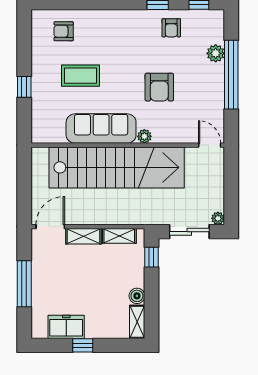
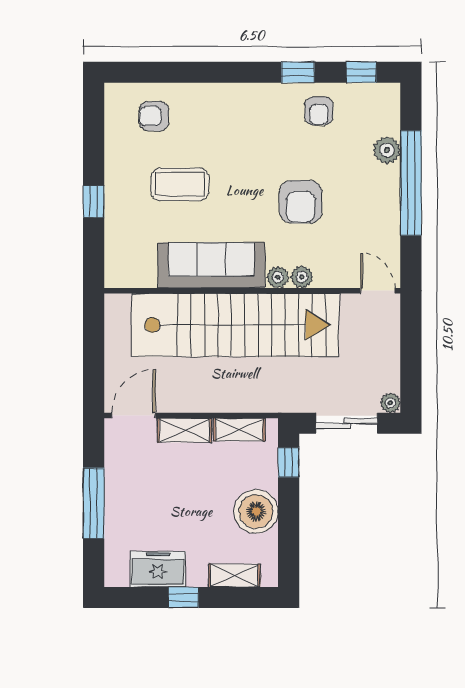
plant: (160, 136) -> (302, 277), added
boiler: (137, 296) -> (256, 511), width x1.86, depth x1.86
shelving: (137, 322) -> (234, 576), moved, turned 90

